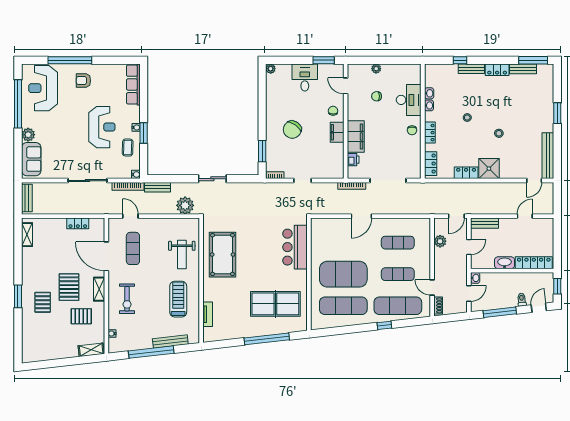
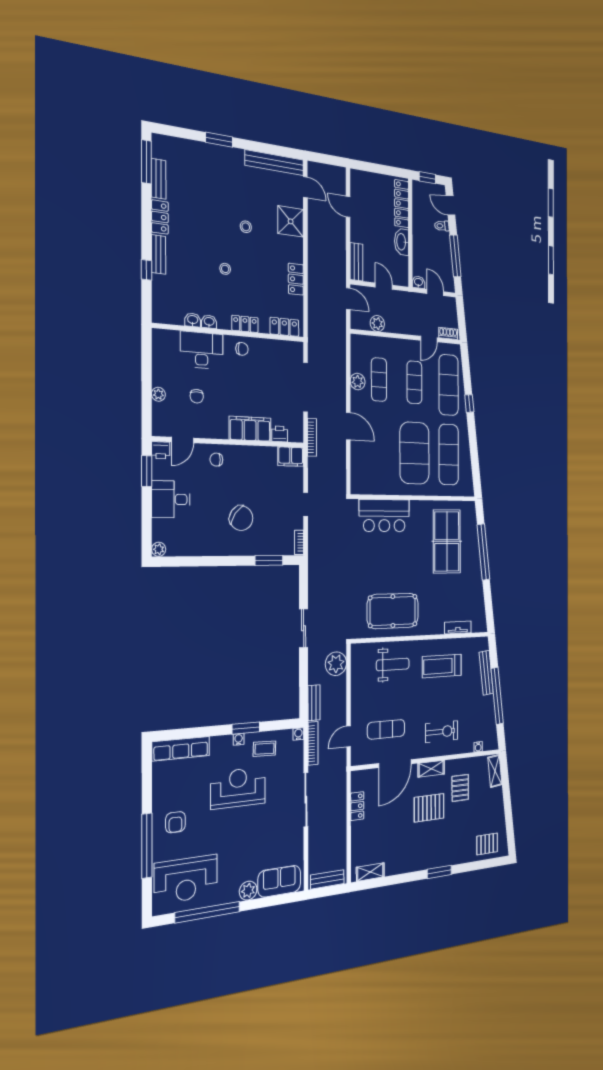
printer: (338, 70) -> (161, 450), added
filing cabinet: (337, 132) -> (291, 457), moved
shower: (489, 169) -> (291, 221), moved
plant: (395, 224) -> (358, 382), added
pallet: (43, 302) -> (487, 844), moved

